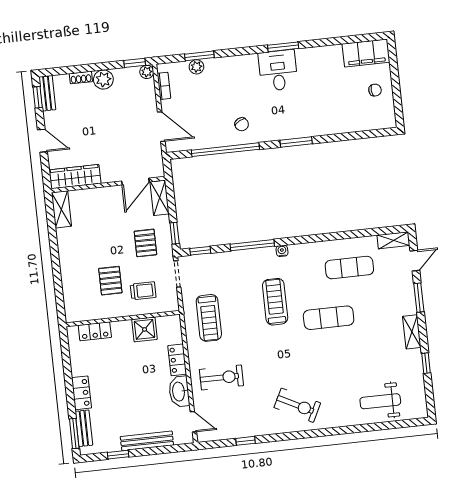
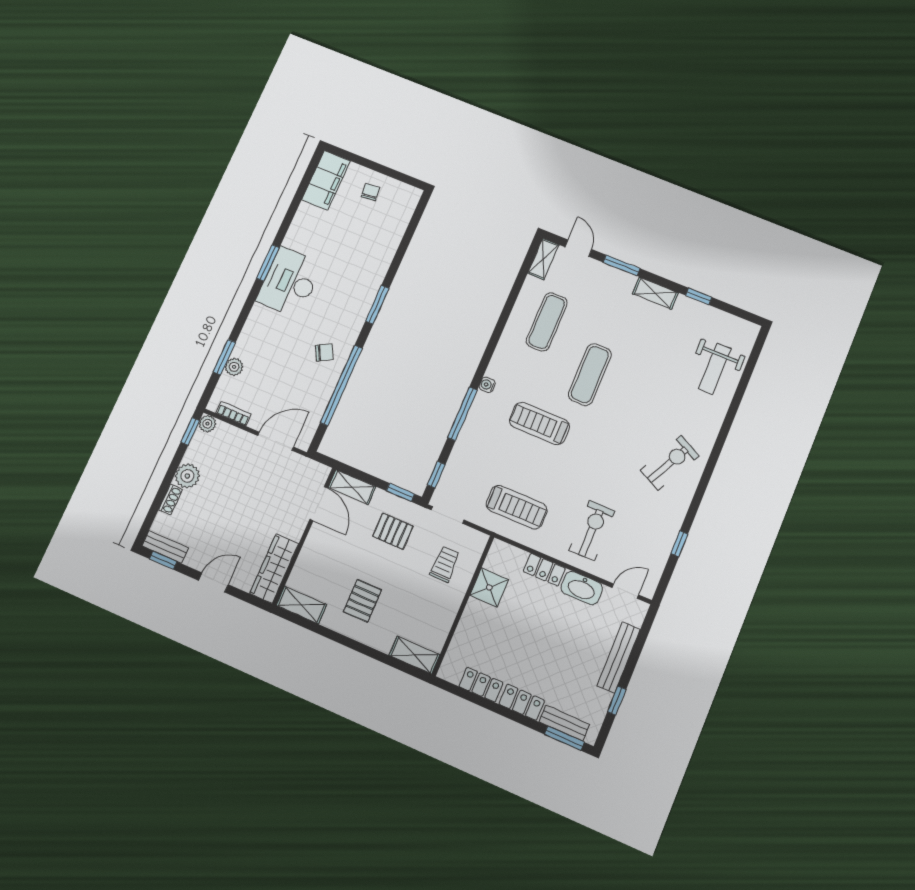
desk: (278, 70) -> (290, 282), width x1.37
pallet: (110, 281) -> (362, 601), moved, turned 90
shelving: (72, 304) -> (414, 655), added
locker: (95, 331) -> (481, 685), moved, turned -90

